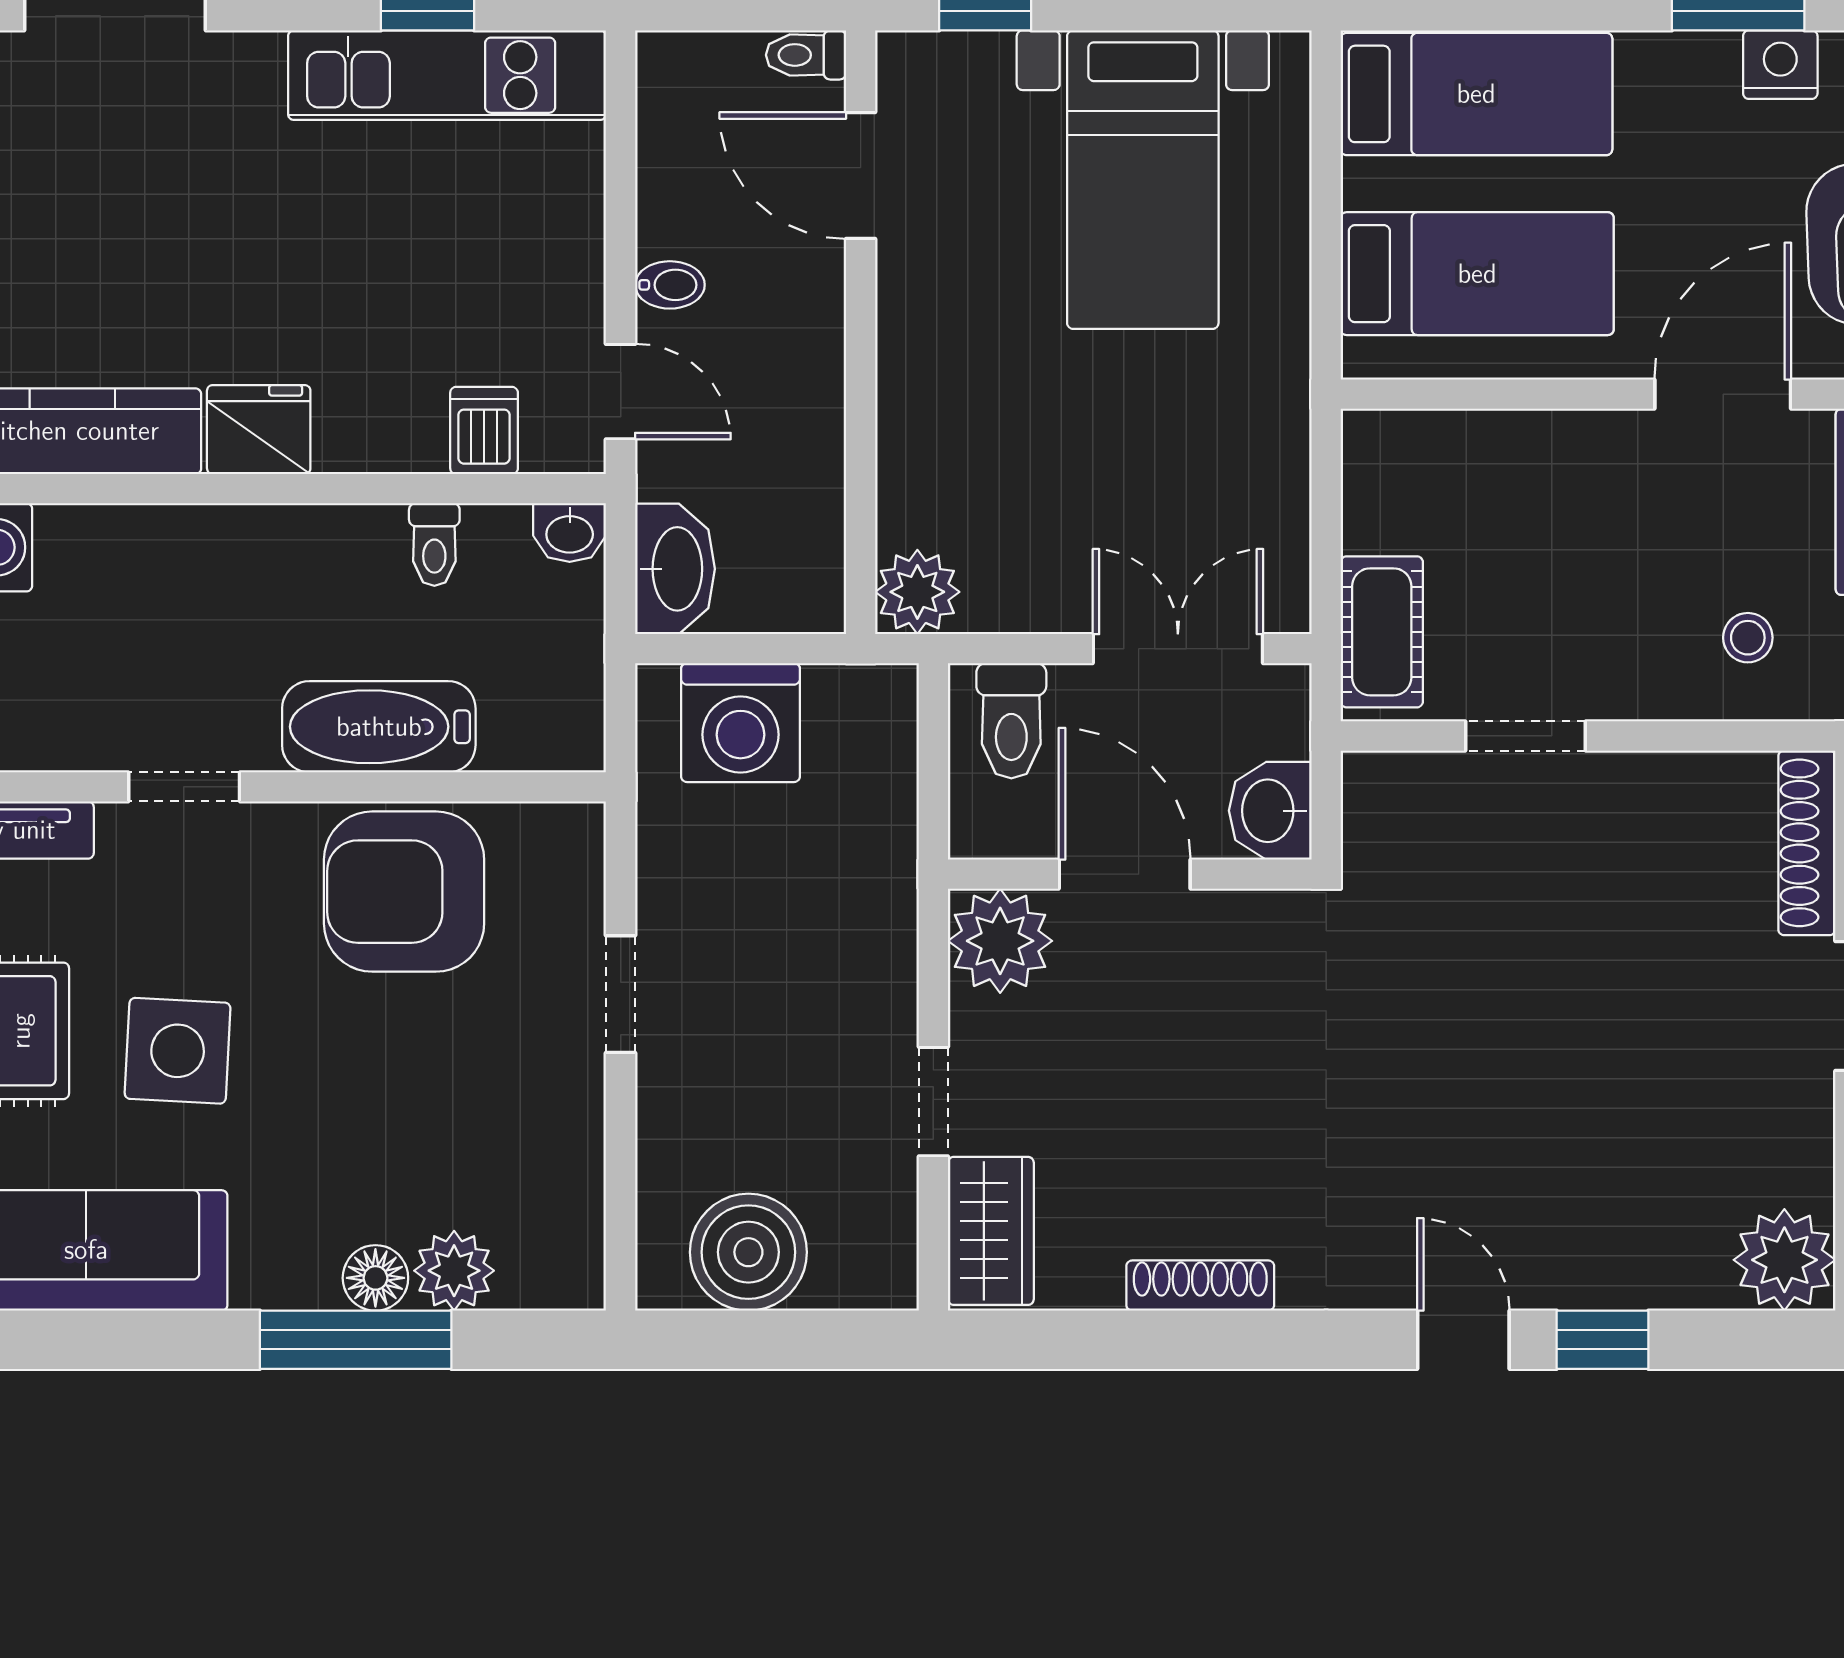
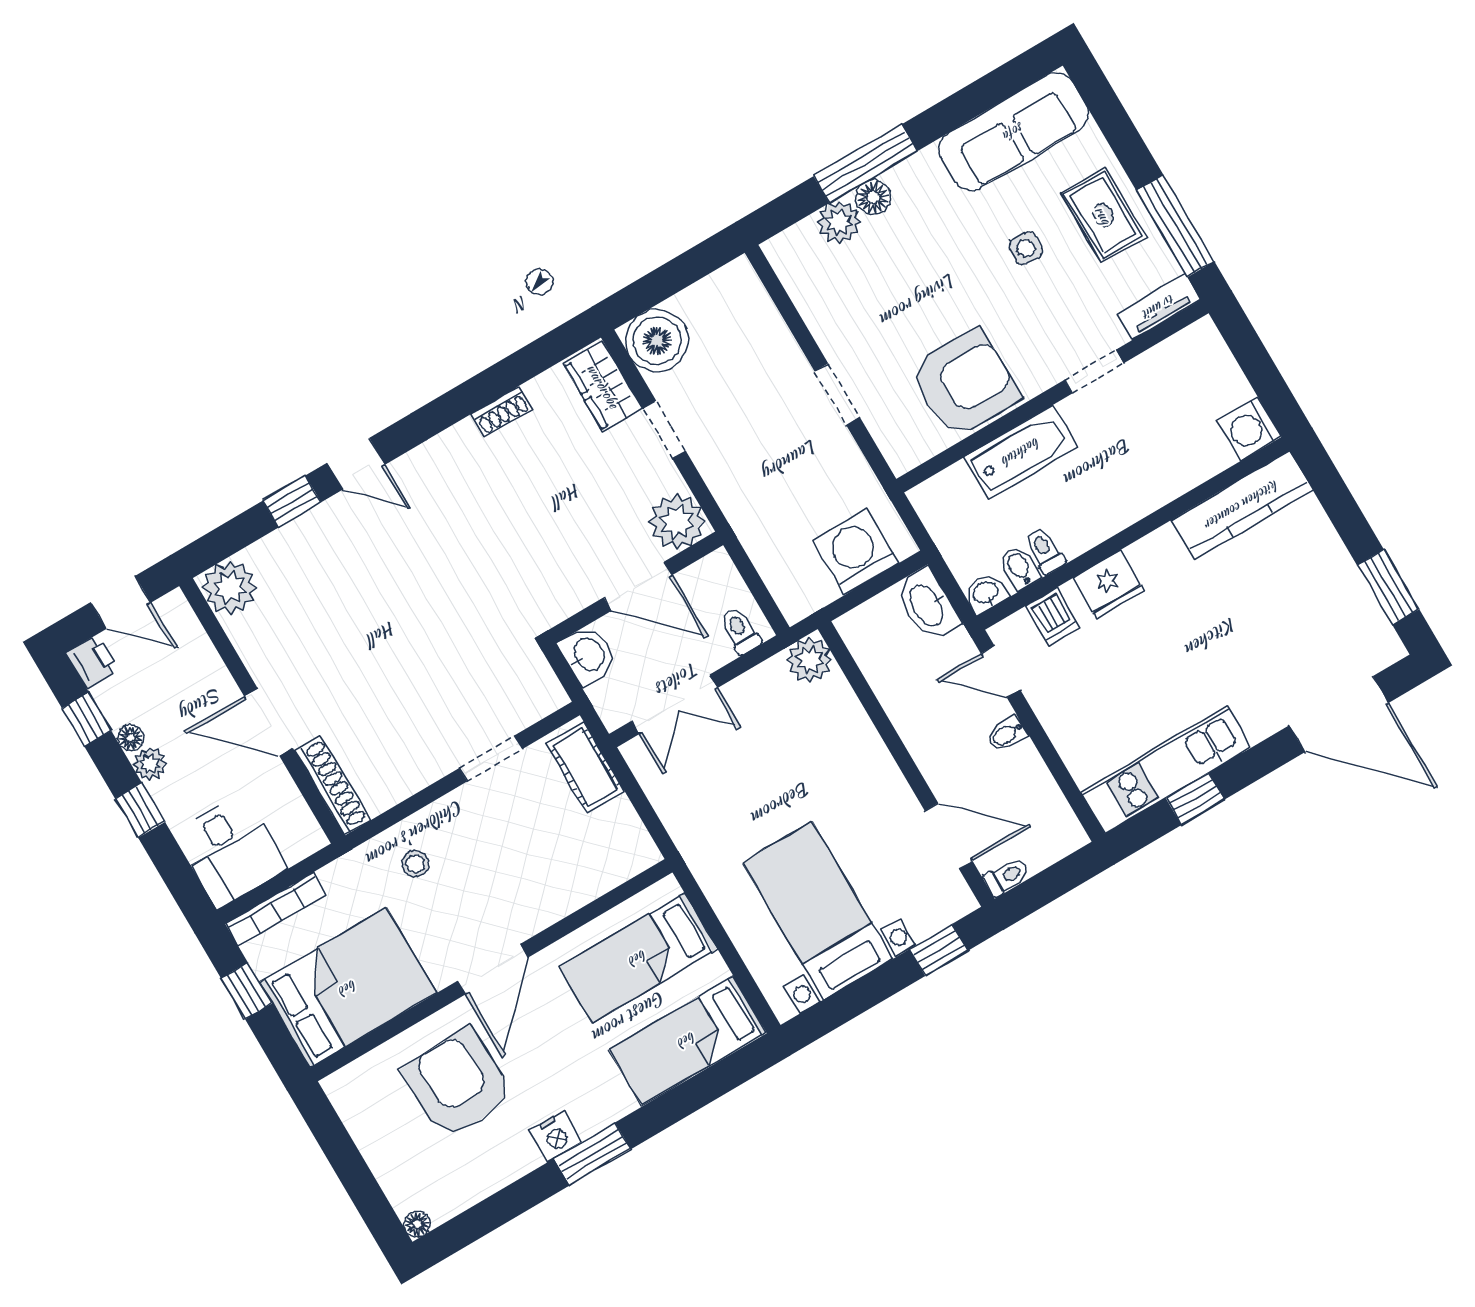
fridge: (259, 430) -> (1109, 584), moved
bidet: (491, 541) -> (1019, 568), added
toilet: (1011, 721) -> (740, 631), width x0.73, depth x0.72
side table: (178, 1051) -> (1026, 248), width x0.54, depth x0.54
boiler: (748, 1252) -> (657, 341), moved
shoe rack: (1200, 1286) -> (502, 411), width x0.70

